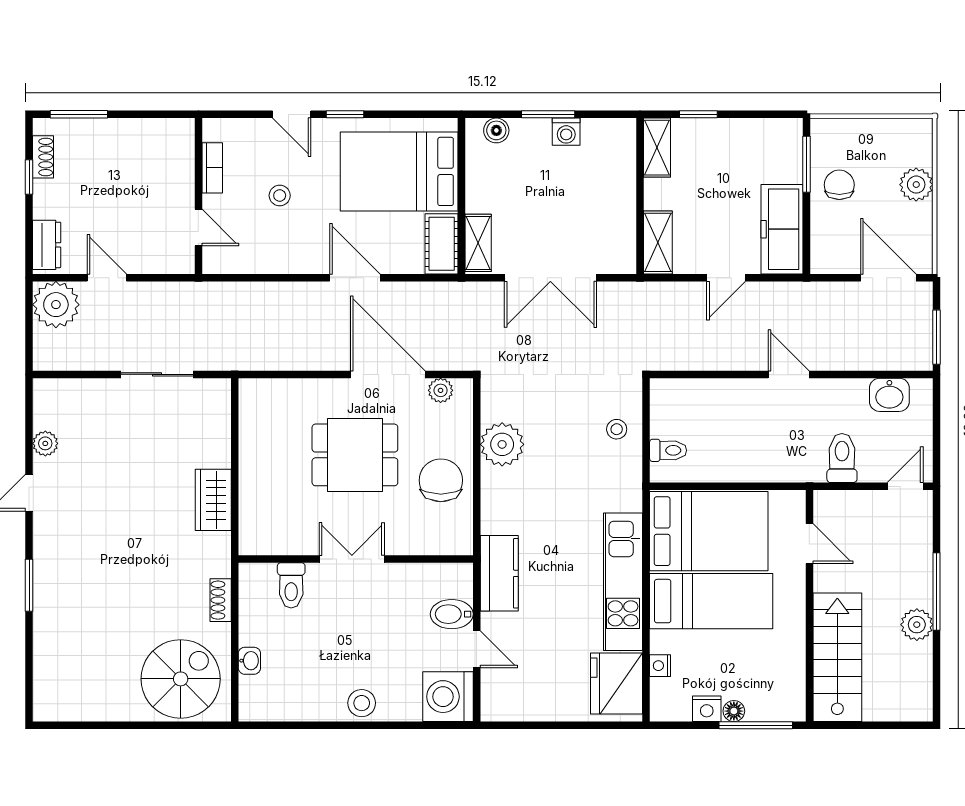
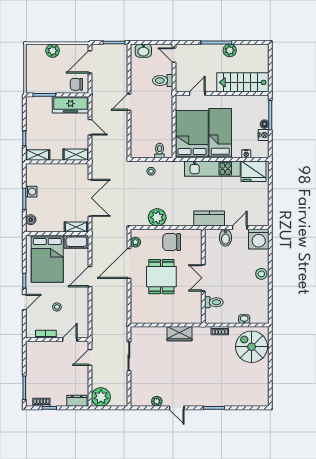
chair: (839, 185) -> (76, 84), moved
door: (107, 278) -> (90, 357), moved
washbasin: (889, 395) -> (143, 51), moved, turned 90

